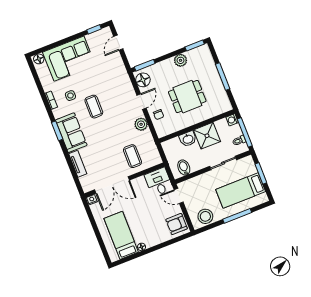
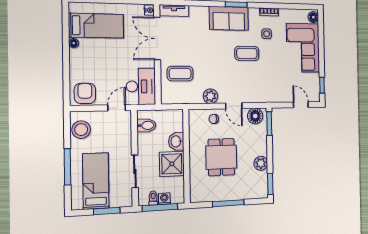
washing machine: (232, 120) -> (164, 199), moved
tv unit: (78, 164) -> (174, 11), moved
desk: (159, 182) -> (141, 86), width x1.37

